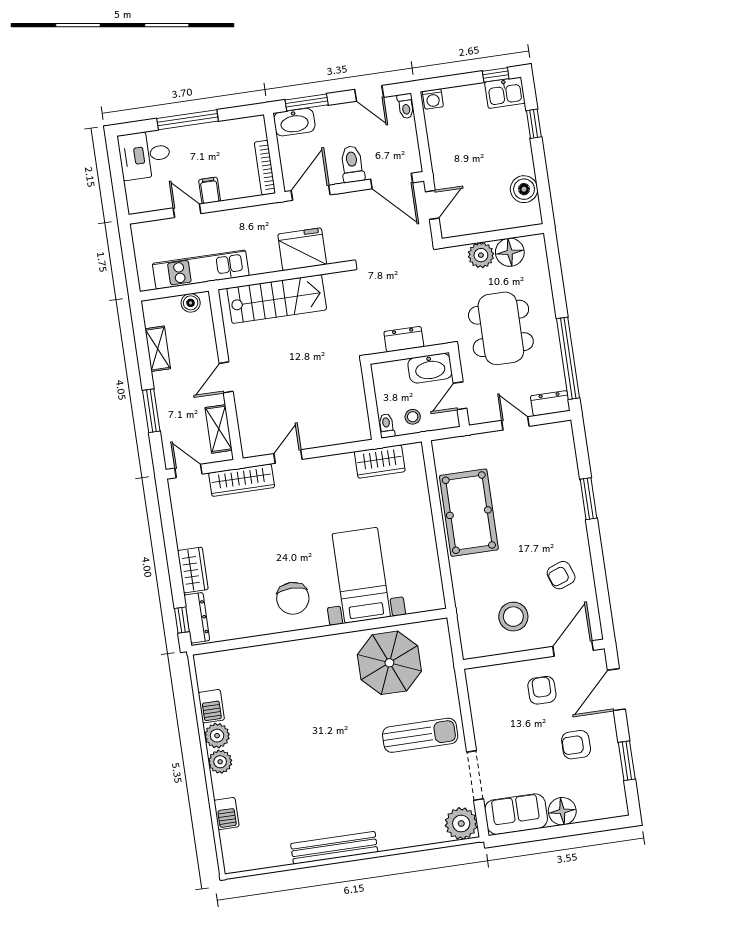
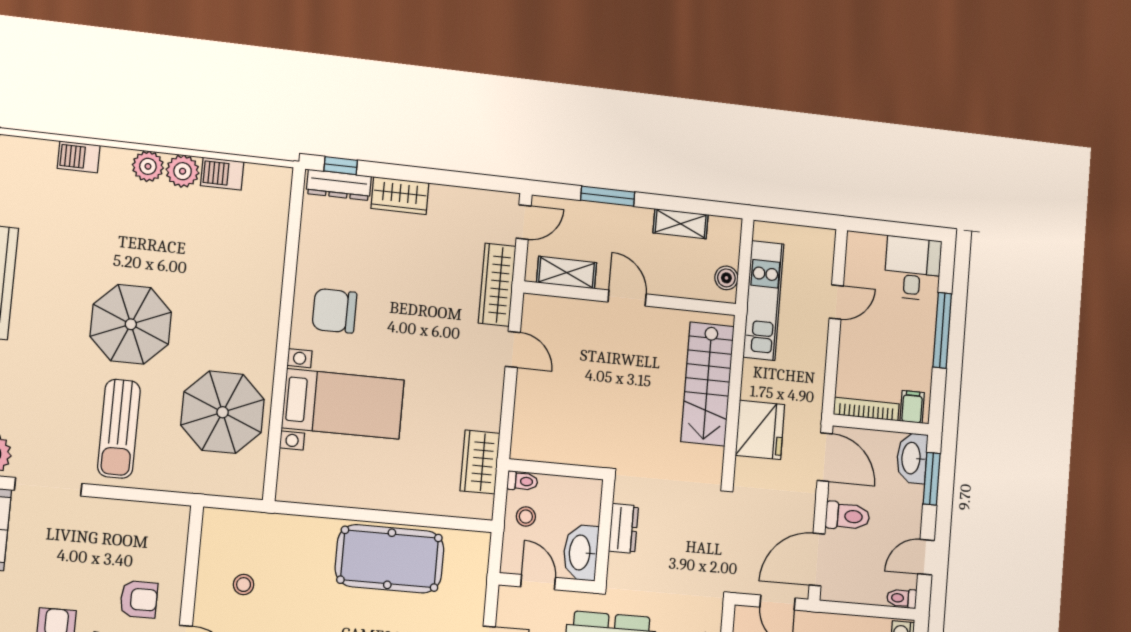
filing cabinet: (210, 190) -> (912, 407), moved, turned -90
stool: (513, 617) -> (244, 585), width x0.53, depth x0.53
parasol: (341, 745) -> (131, 324), added

